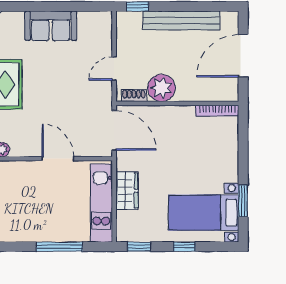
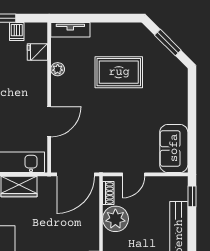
sofa: (51, 26) -> (174, 148), moved
door: (114, 69) -> (134, 174), swing flipped

